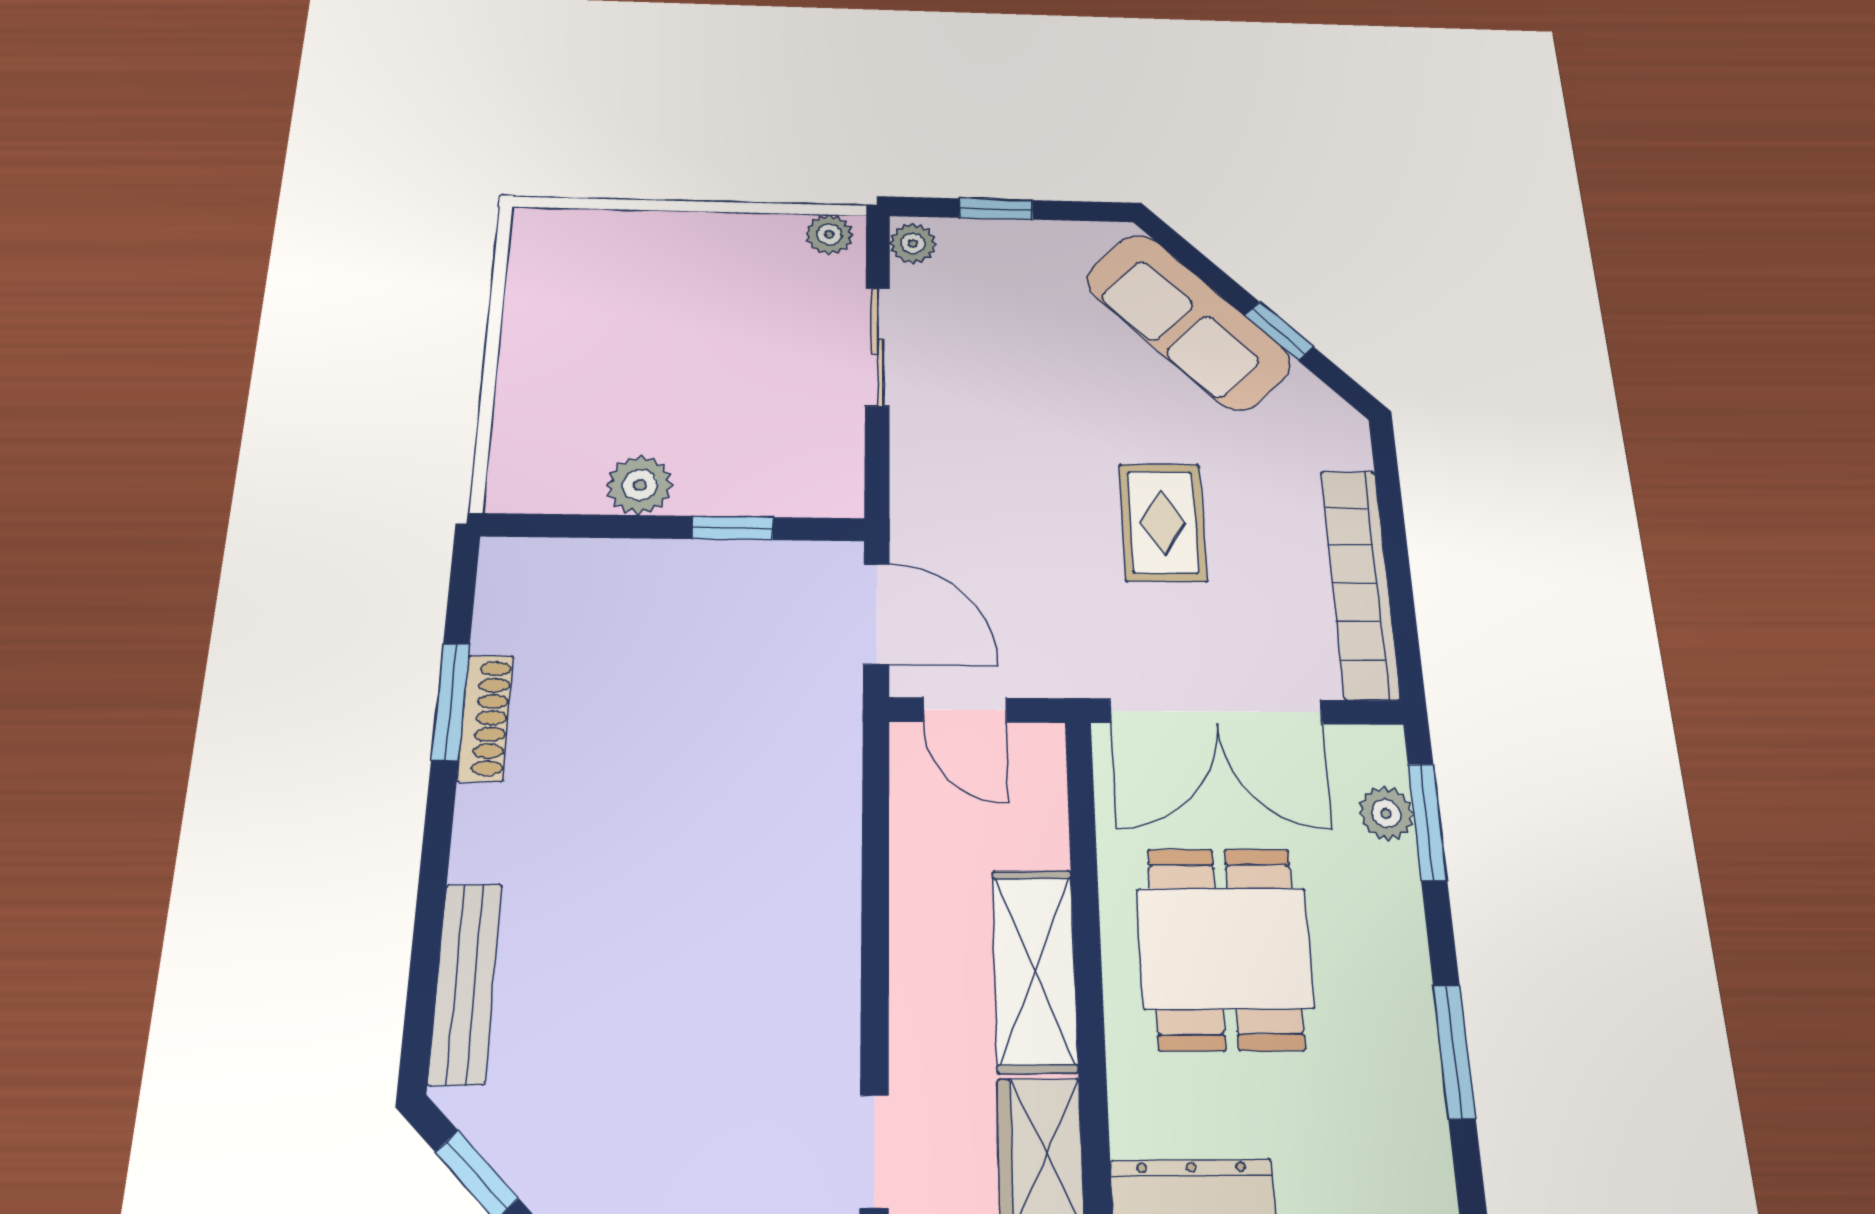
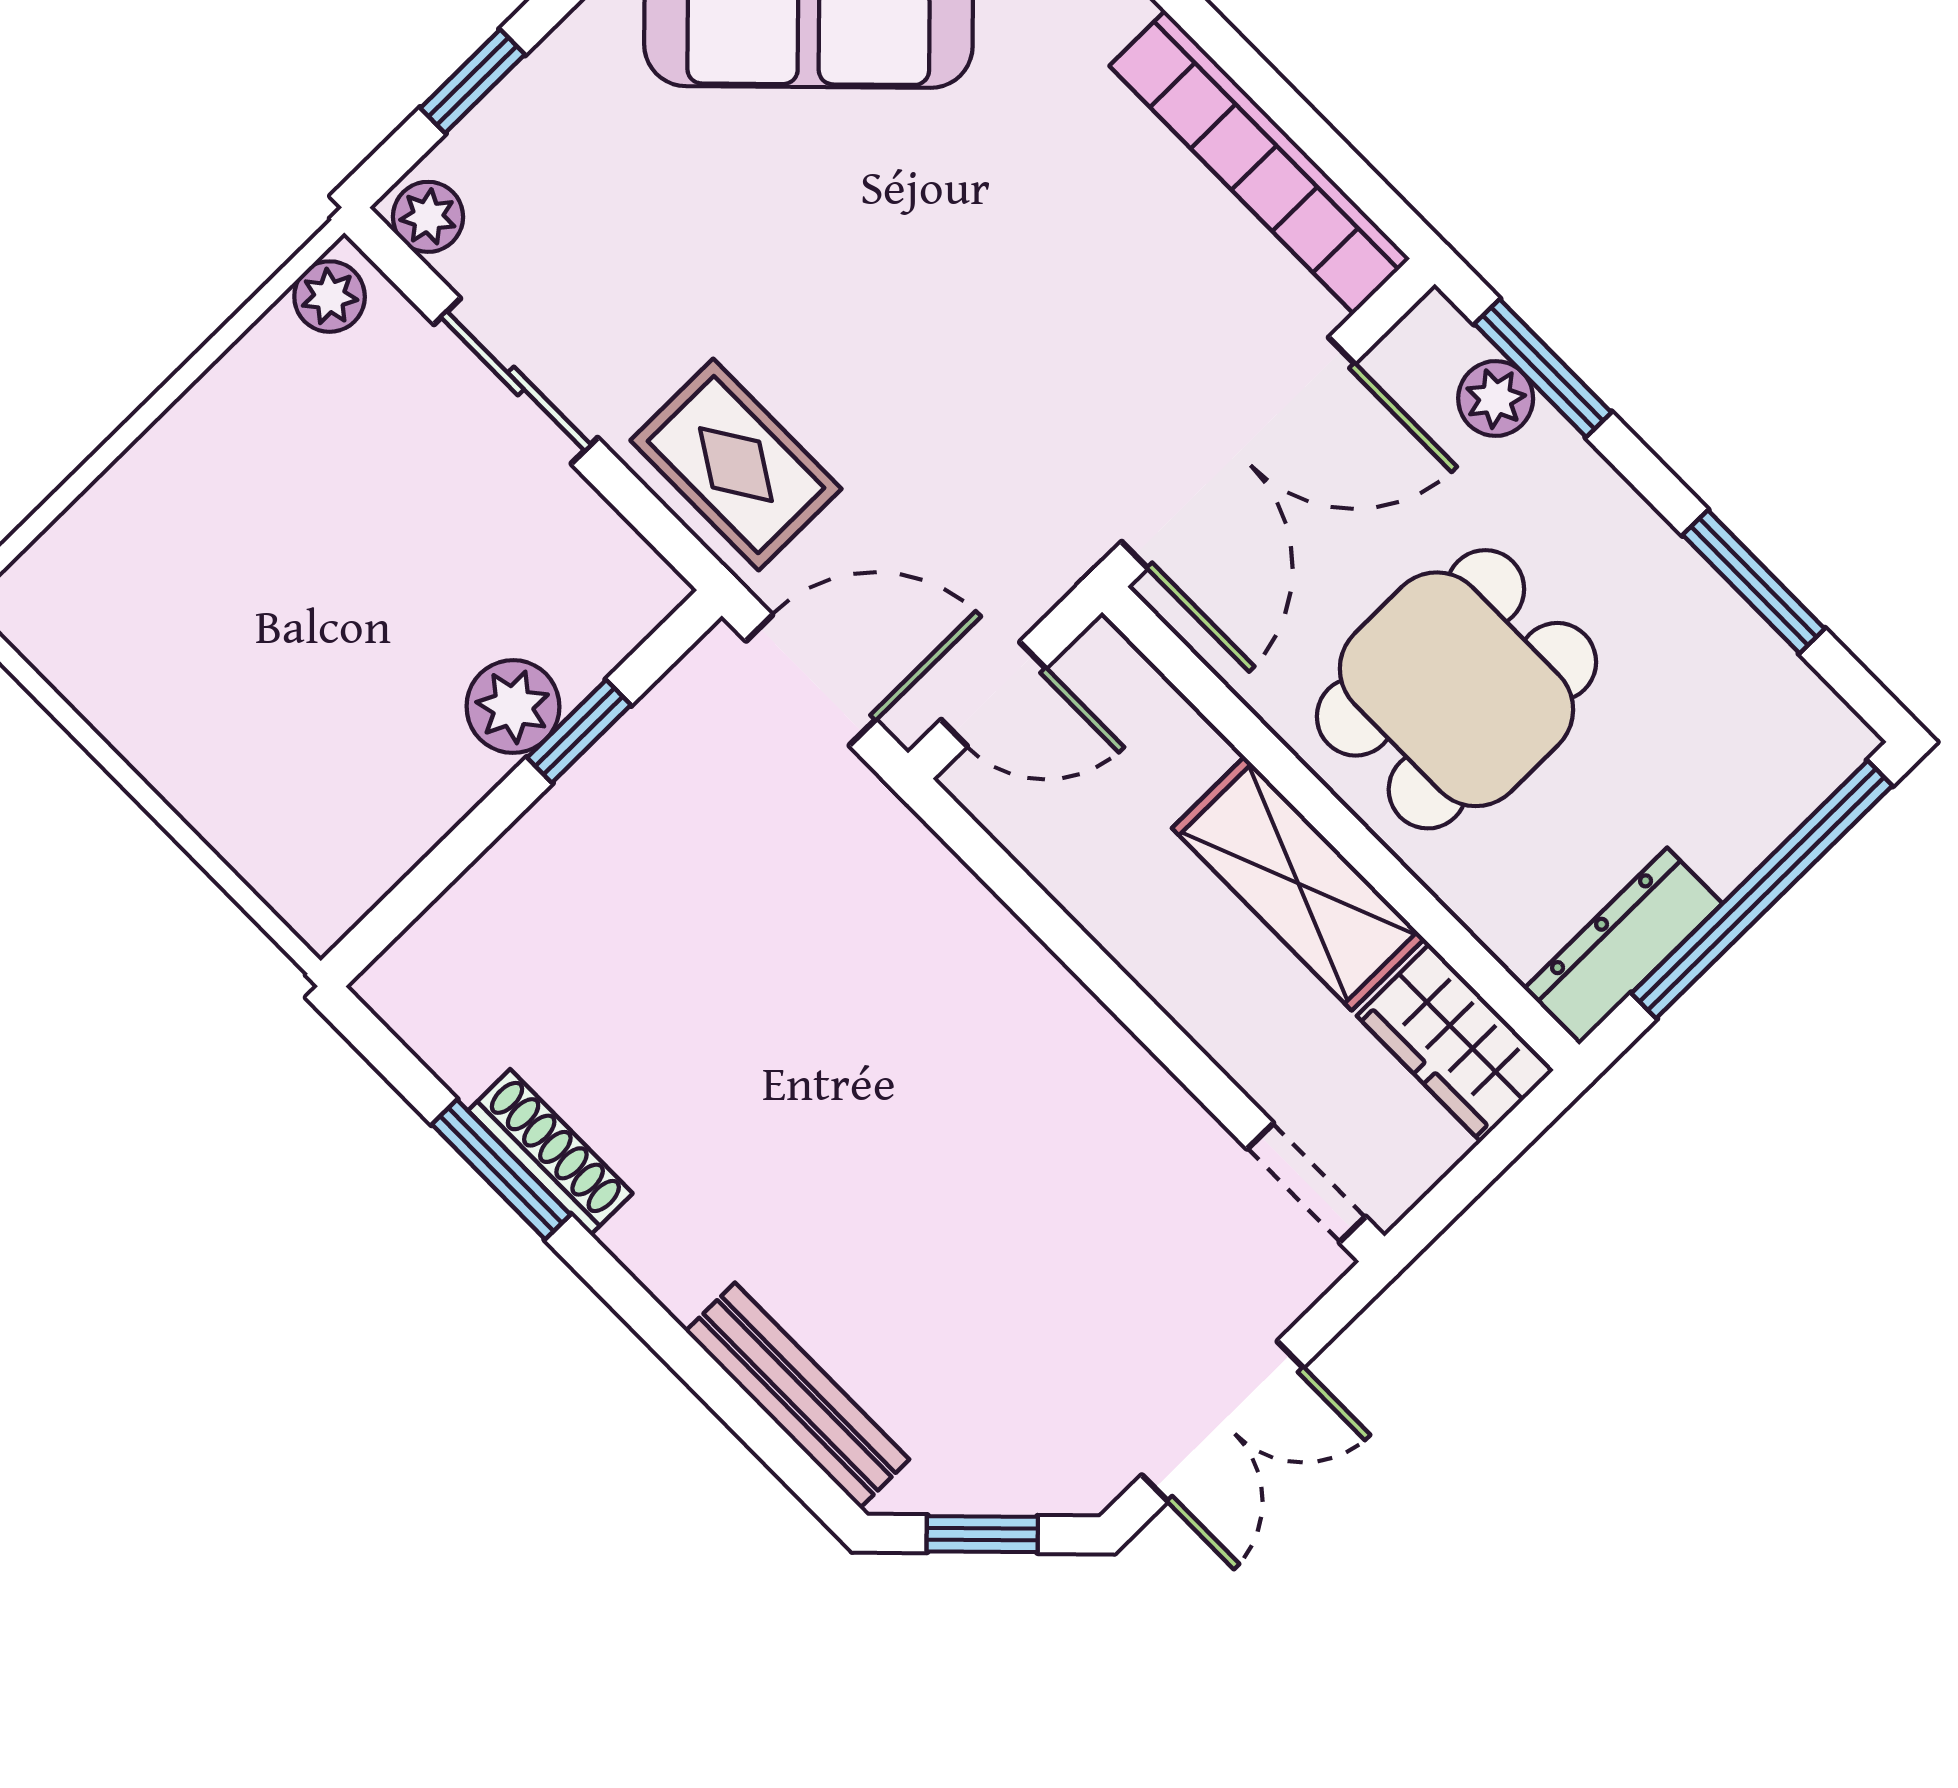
plant: (640, 485) -> (513, 707), moved
rug: (1163, 522) -> (736, 465), moved
dining table: (1225, 948) -> (1456, 689), turned 90

